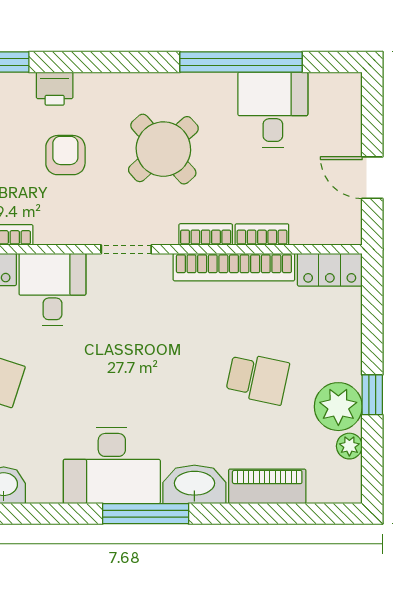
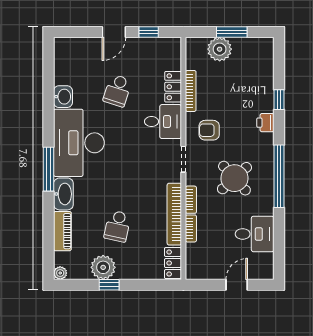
window: (241, 62) -> (279, 176), moved
armchair: (65, 155) -> (209, 130), moved, turned 180
door: (372, 178) -> (237, 285), moved
plant: (349, 446) -> (60, 273), moved
desk: (112, 465) -> (79, 143), width x1.36, depth x1.30

